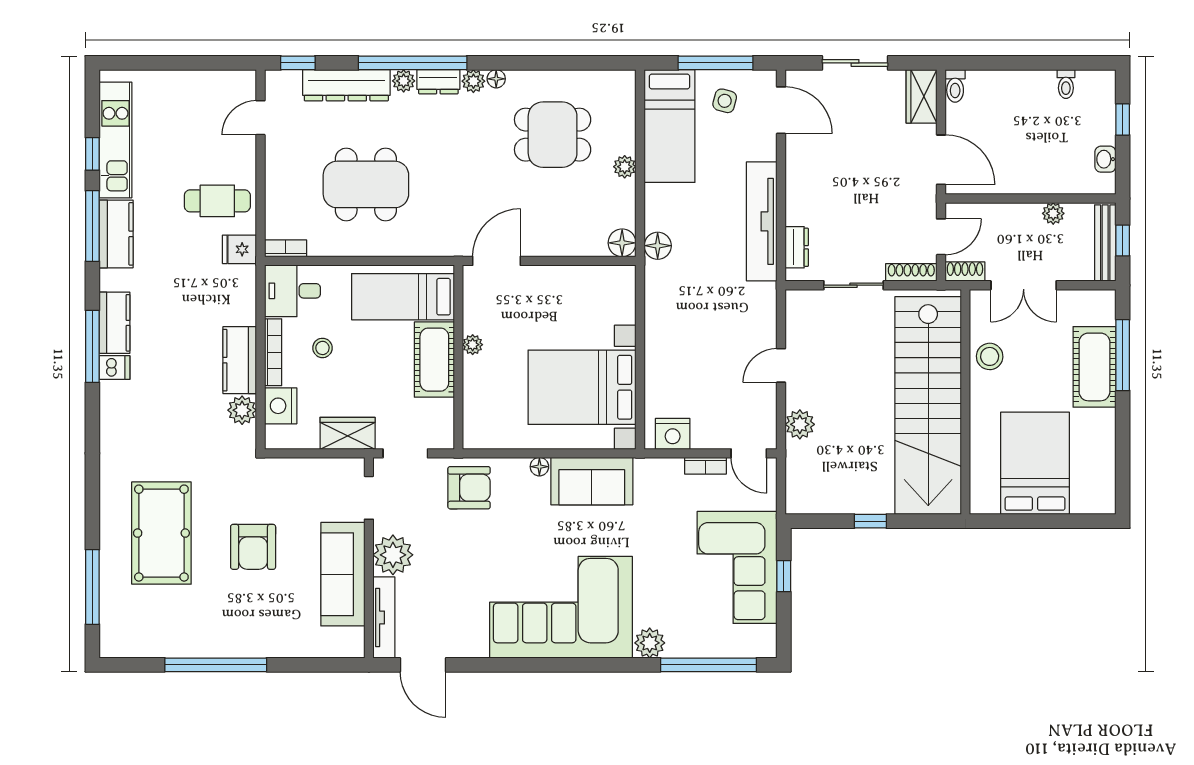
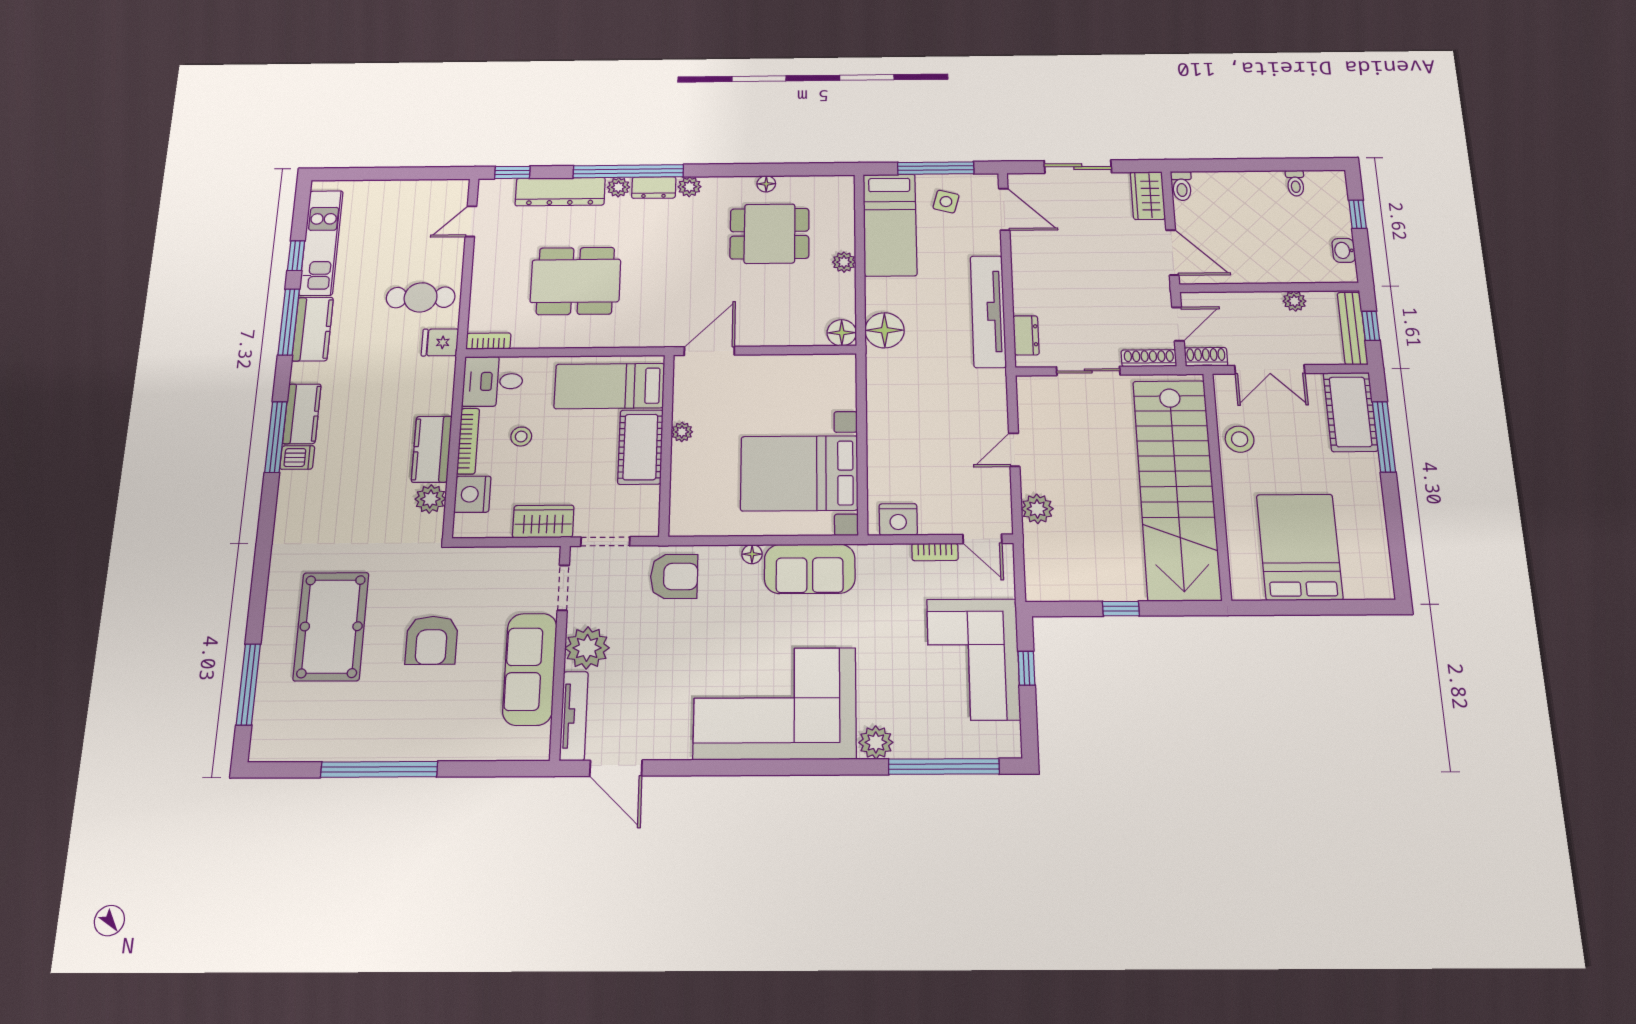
floor lamp: (496, 79) -> (766, 184), moved
floor lamp: (658, 246) -> (885, 330), width x1.38, depth x1.38
cot: (1094, 367) -> (1350, 412), moved

